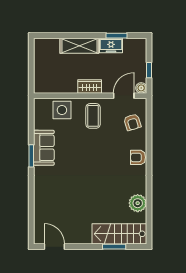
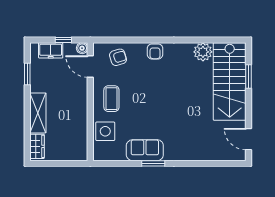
freezer: (111, 46) -> (51, 50), moved, turned 90
wardrobe: (90, 86) -> (37, 146), moved, turned 180
coffee table: (93, 116) -> (111, 99), turned 90
stairs: (119, 234) -> (230, 81), width x1.36, depth x1.51
door: (54, 247) -> (248, 139), hinge flipped

